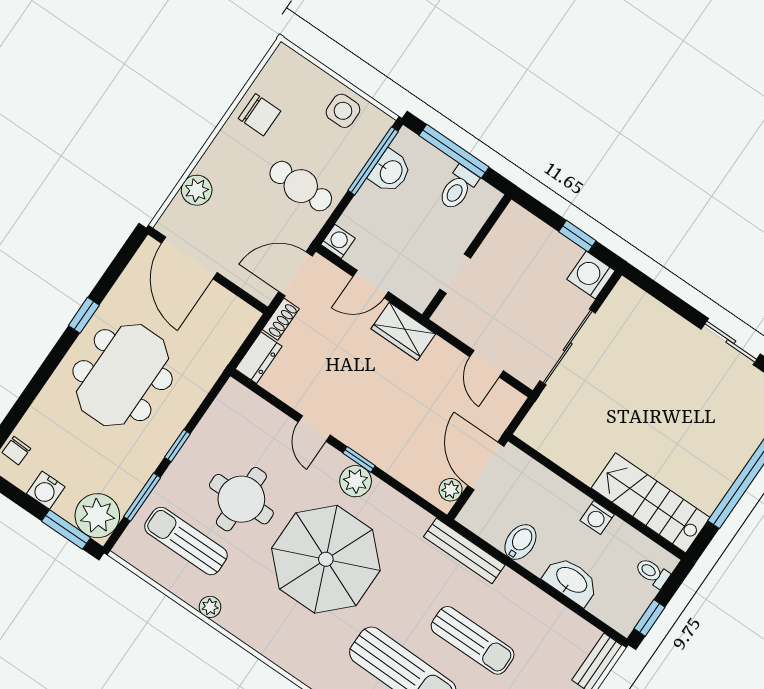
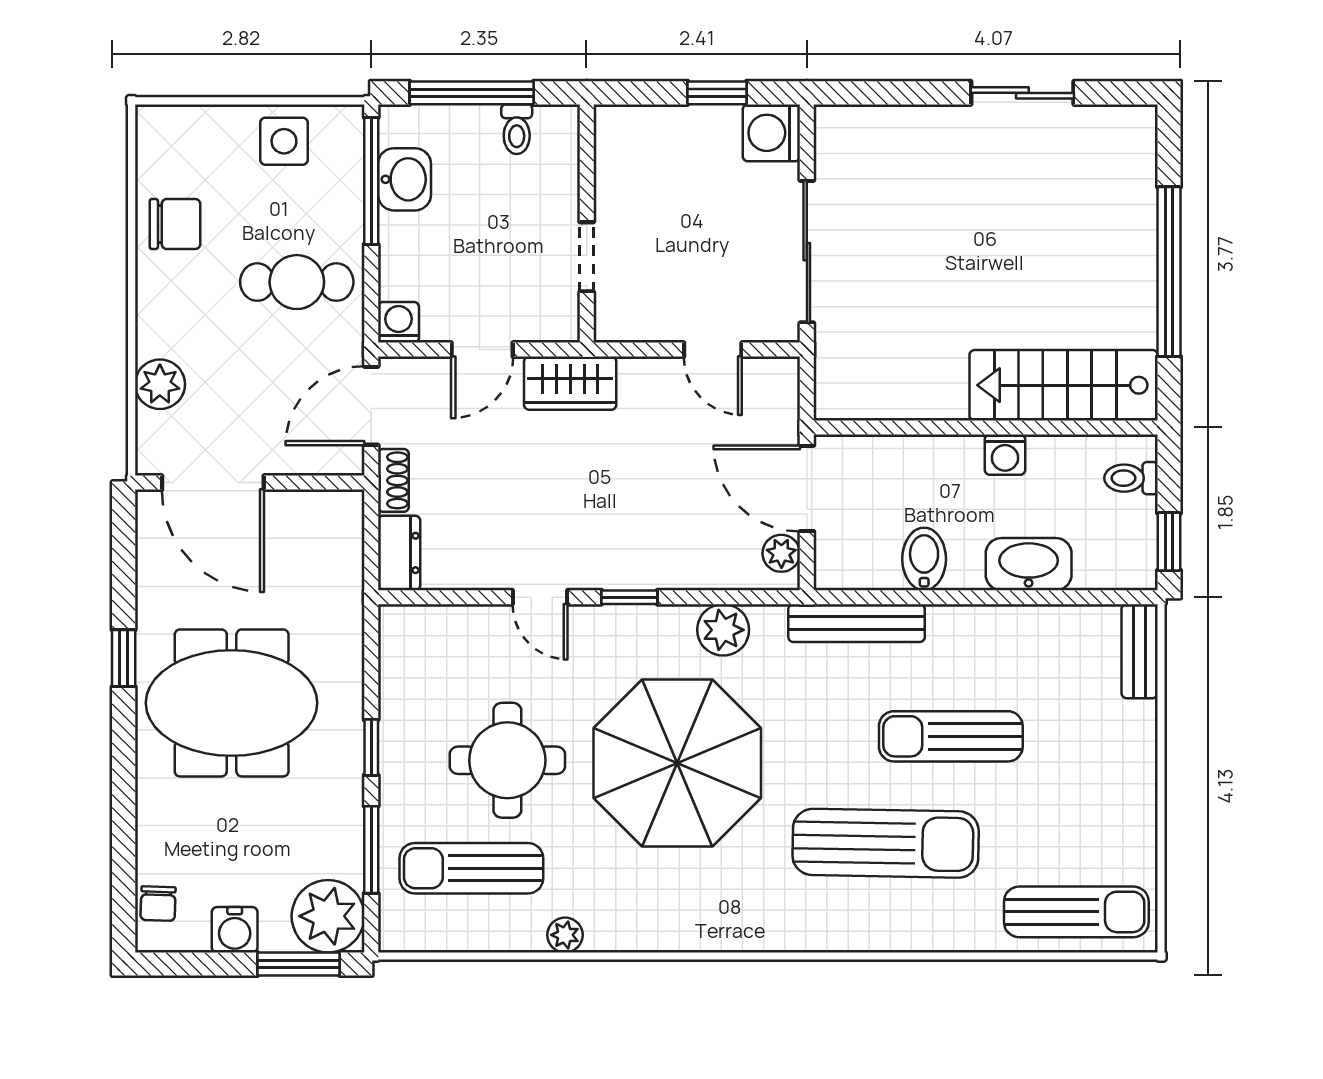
toilet: (458, 188) -> (517, 129), width x0.73, depth x0.72
meeting table: (123, 375) -> (232, 703), turned 90
plant: (356, 481) -> (723, 630), moved
sun lounger: (473, 640) -> (951, 736), turned 180

